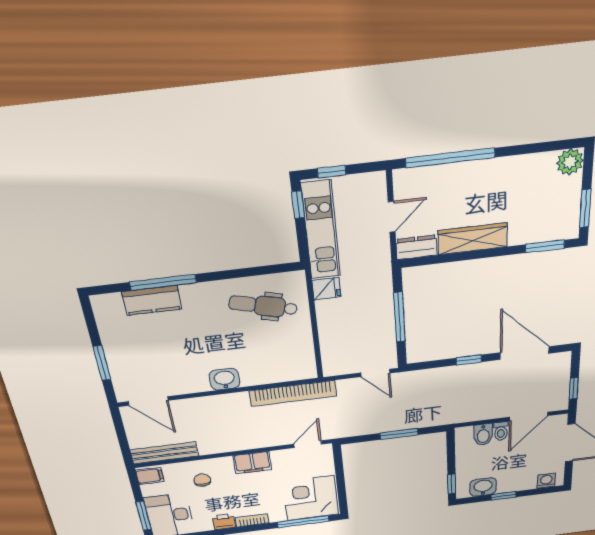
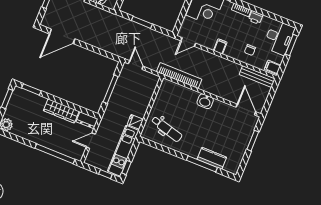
door: (525, 353) -> (62, 36), hinge flipped
window: (469, 360) -> (90, 47), removed
filing cabinet: (252, 463) -> (220, 46), width x0.50

